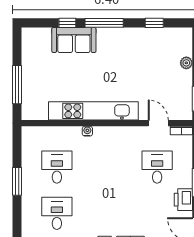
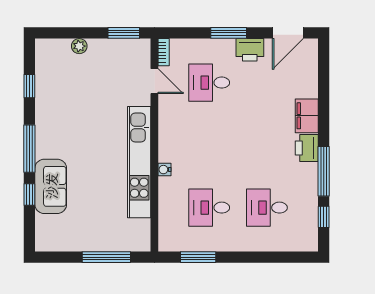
door: (158, 123) -> (154, 81), swing flipped
window: (17, 181) -> (198, 257), moved

